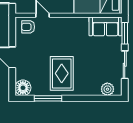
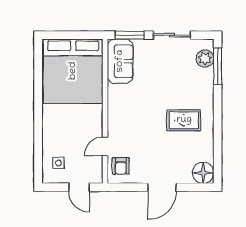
rug: (62, 73) -> (184, 120), width x0.73, depth x0.70
window: (48, 98) -> (218, 66), moved

